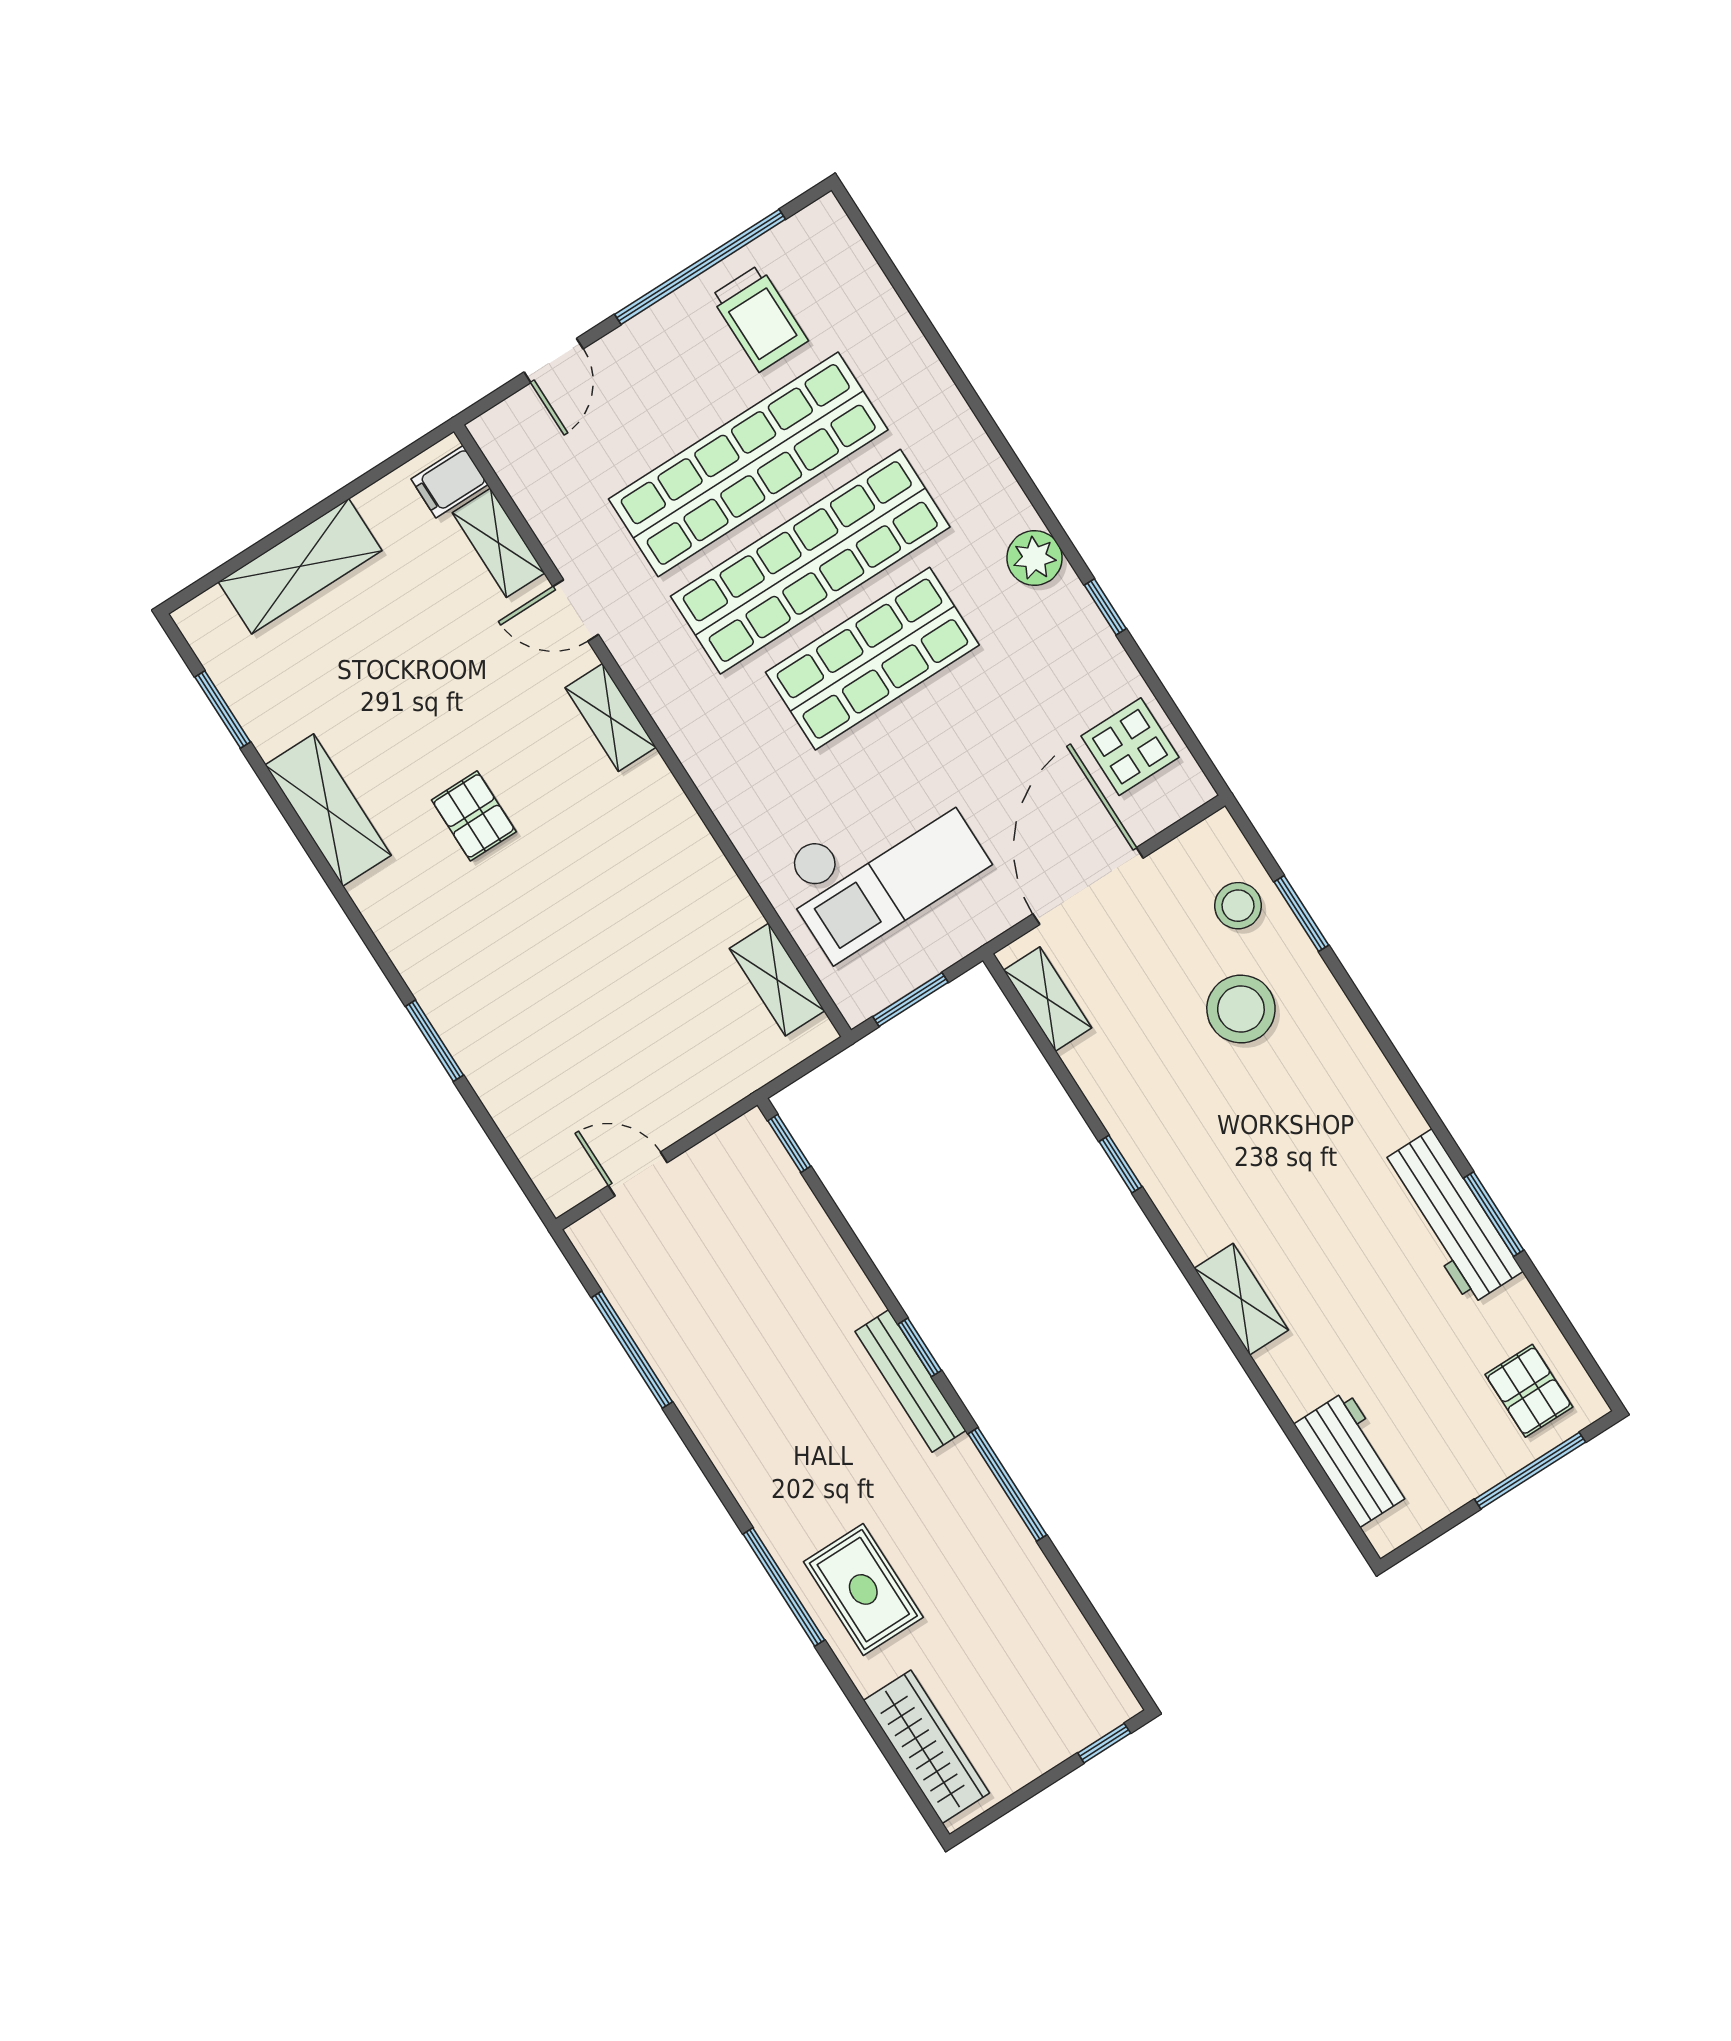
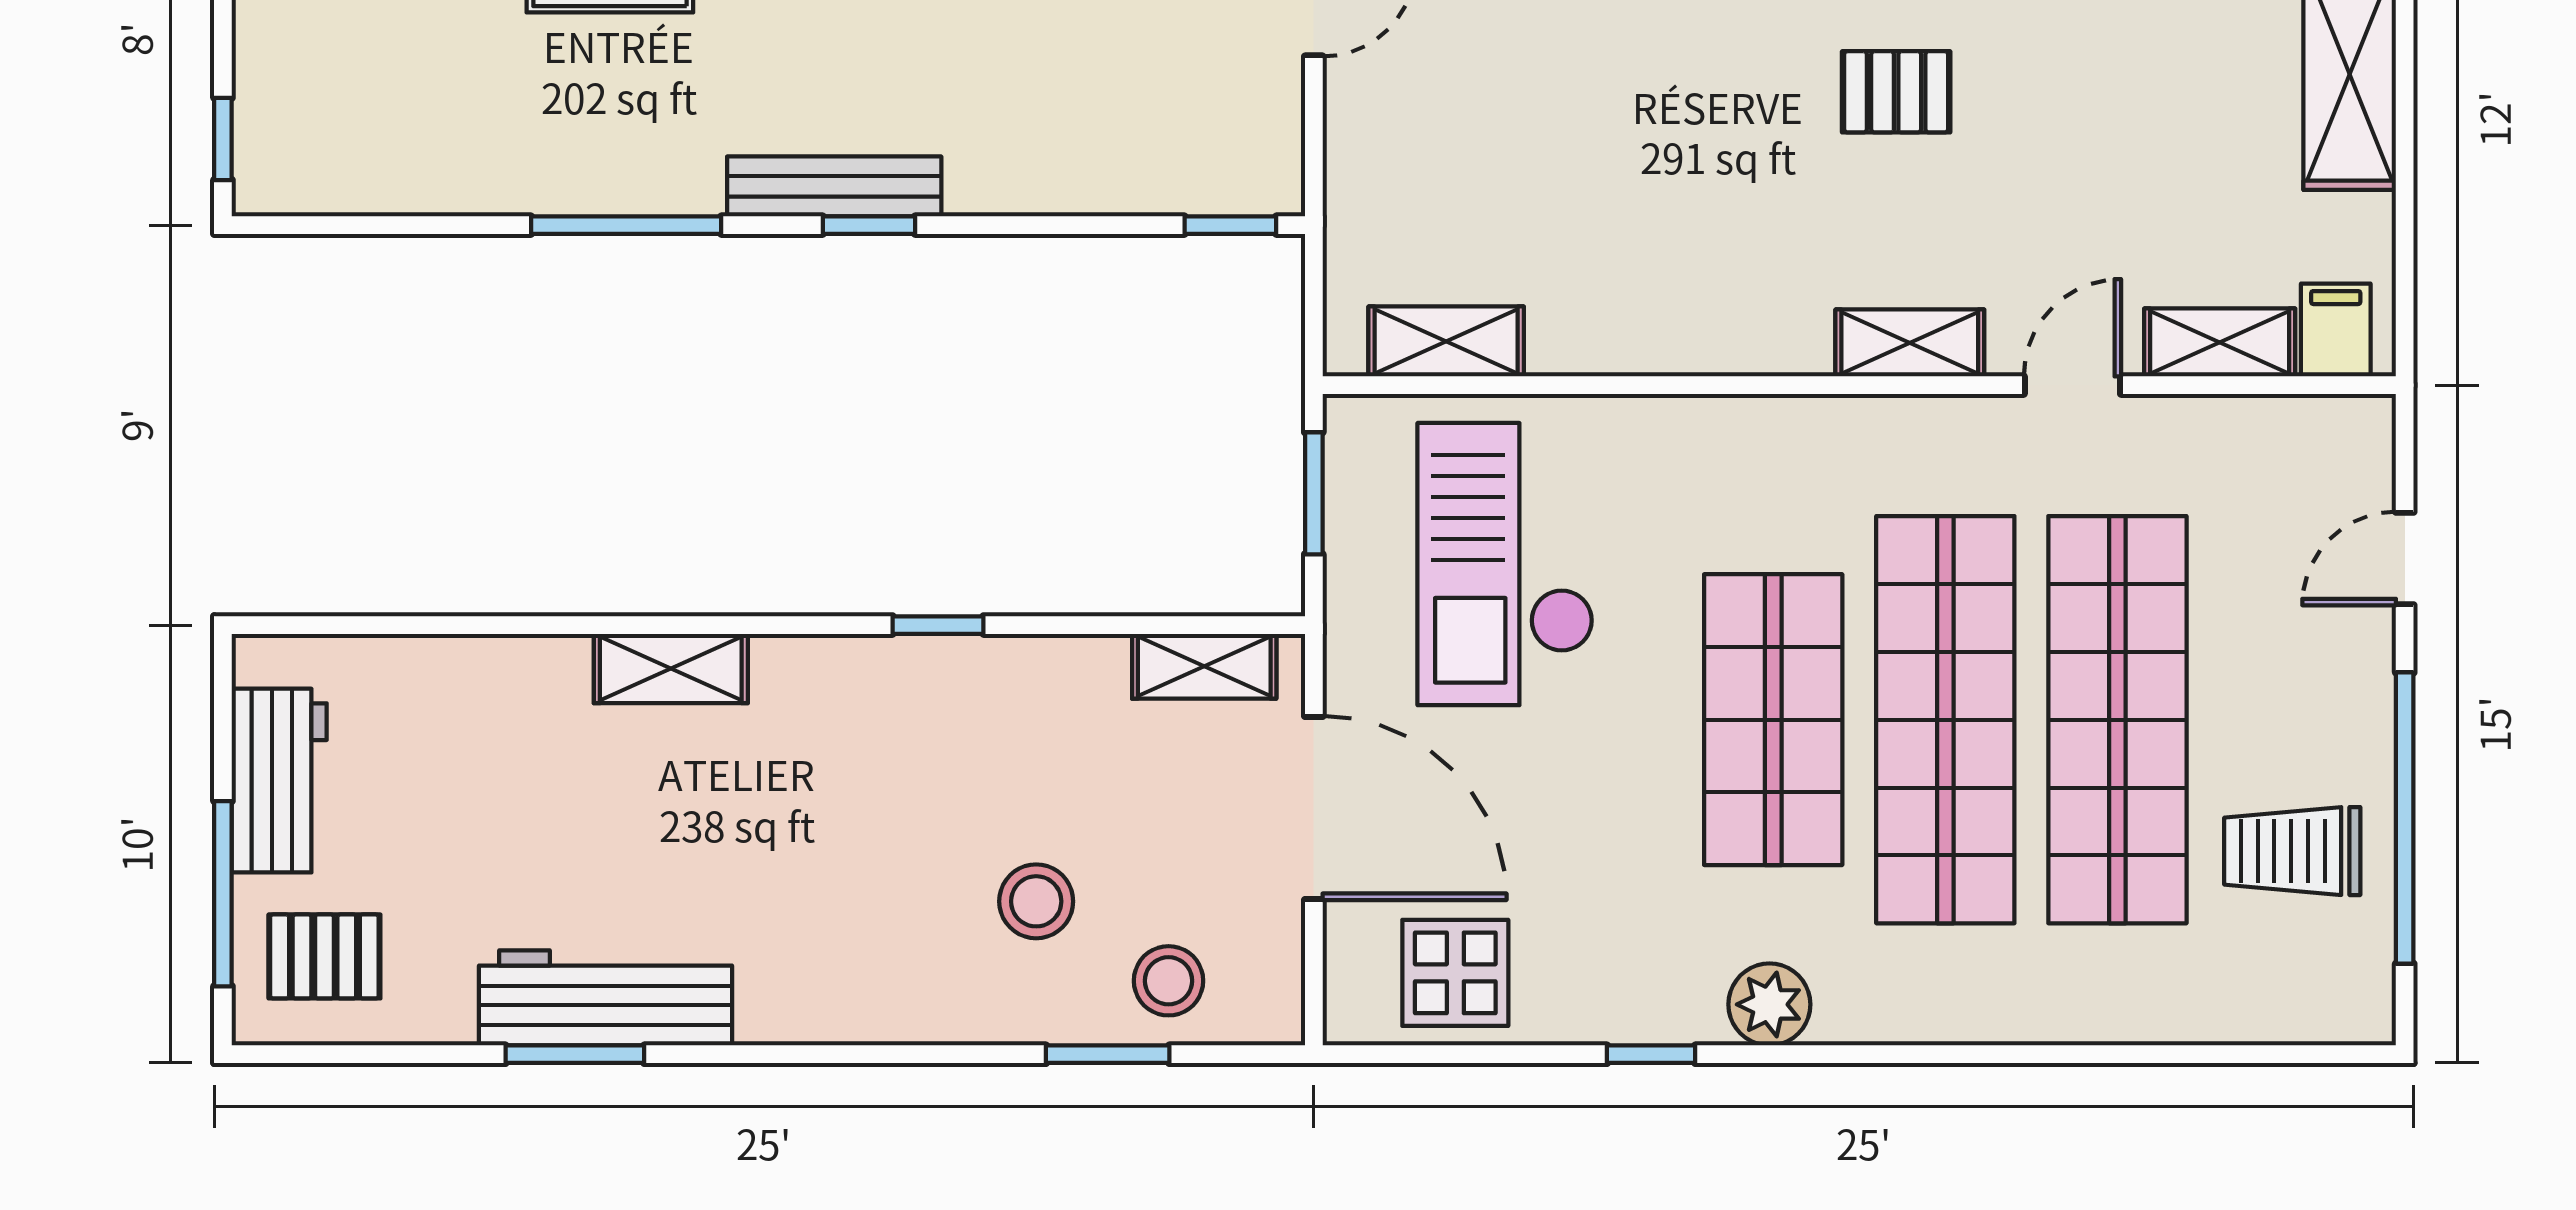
door: (554, 360) -> (2405, 559), hinge flipped
stool: (1241, 1009) -> (1036, 901), width x0.73, depth x0.73
workbench: (1354, 1459) -> (279, 781), moved, turned -90

